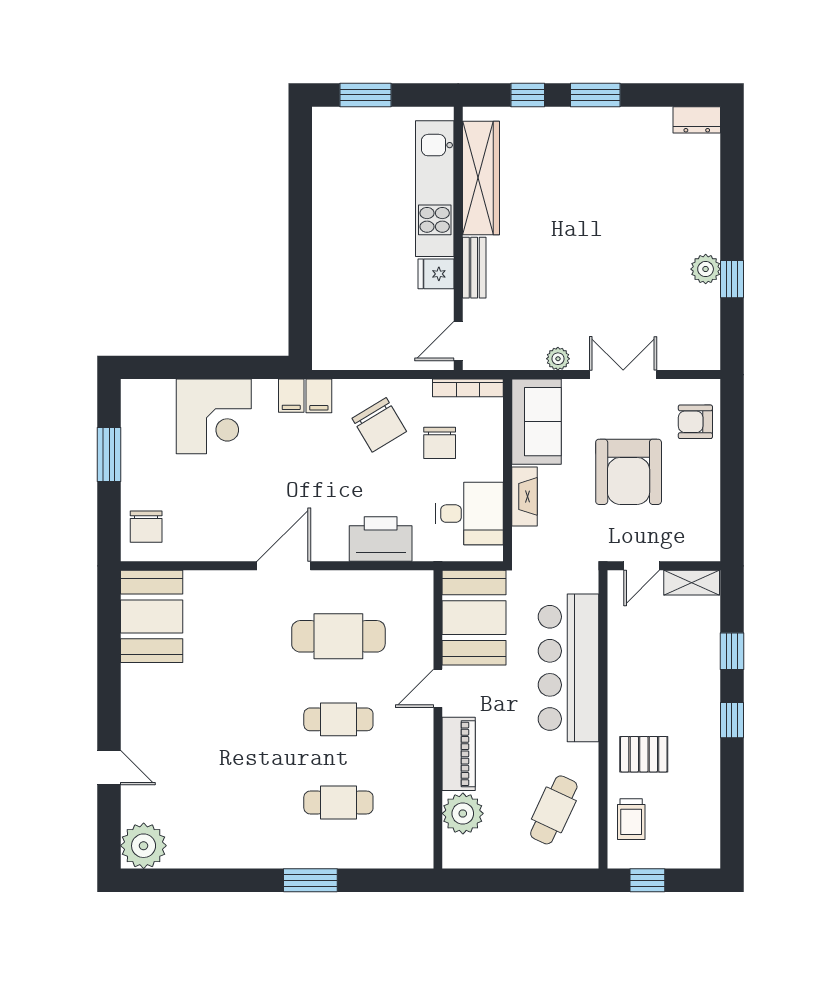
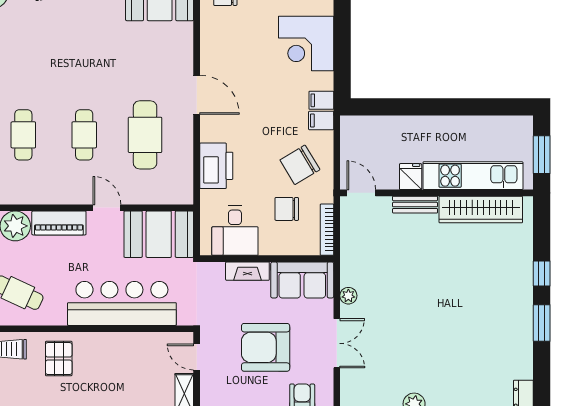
wardrobe: (481, 178) -> (481, 210), moved
kitchen unit: (435, 189) -> (473, 176), moved
wall: (458, 238) -> (437, 193), moved
bench: (474, 268) -> (415, 205), moved
fridge: (436, 274) -> (411, 177), moved
door: (458, 341) -> (361, 193), moved

